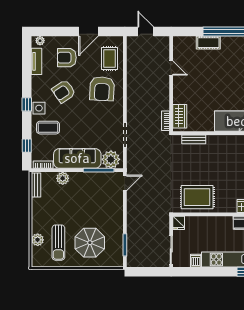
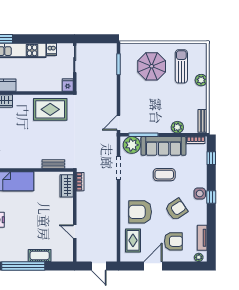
armchair: (102, 89) -> (140, 212), turned -93
coffee table: (48, 128) -> (164, 175), moved
plant: (38, 240) -> (201, 80), moved

